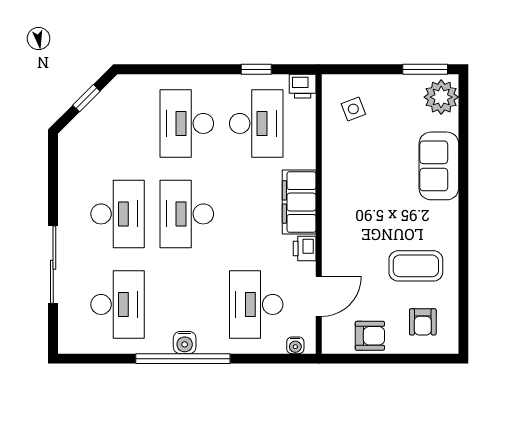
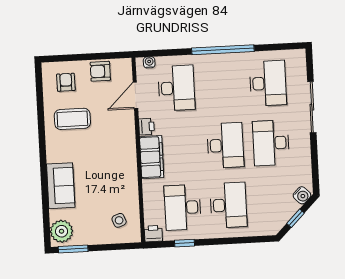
desk: (118, 304) -> (268, 83), turned 180
water cooler: (185, 343) -> (302, 195), moved, turned 135

